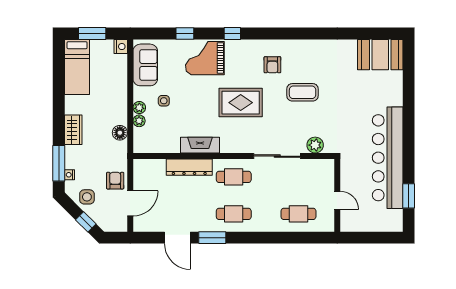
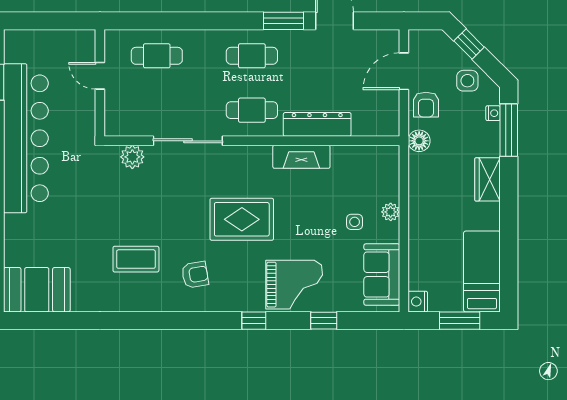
armchair: (272, 65) -> (195, 275), turned 80
coffee table: (303, 92) -> (136, 259), moved
plant: (139, 121) -> (391, 192), removed
floor lamp: (120, 133) -> (419, 141), moved

